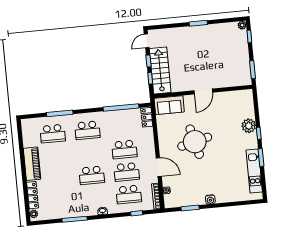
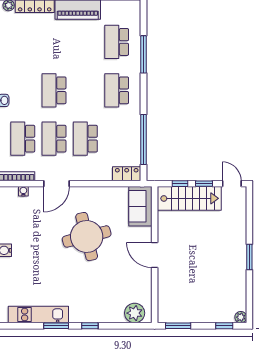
plant: (249, 126) -> (135, 313), moved

